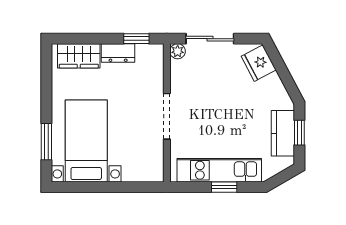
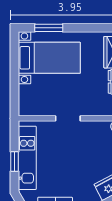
doorway: (167, 116) -> (68, 118), width x0.73

